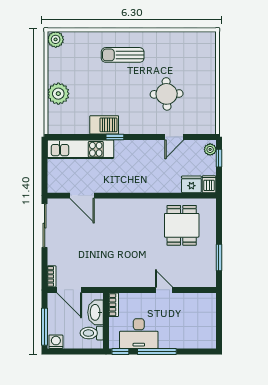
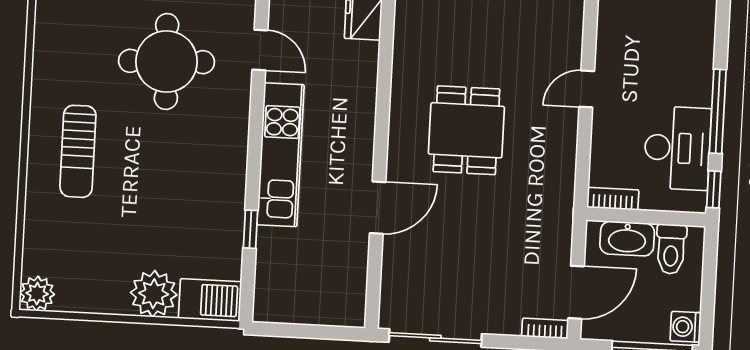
round table: (167, 94) -> (167, 61), width x1.36, depth x1.36
barbecue: (104, 125) -> (210, 300), moved, turned 90
window: (115, 137) -> (250, 229), moved
kitchen unit: (81, 149) -> (281, 155), moved
door: (82, 196) -> (378, 208), moved
dining table: (182, 225) -> (466, 130), moved, turned 90

